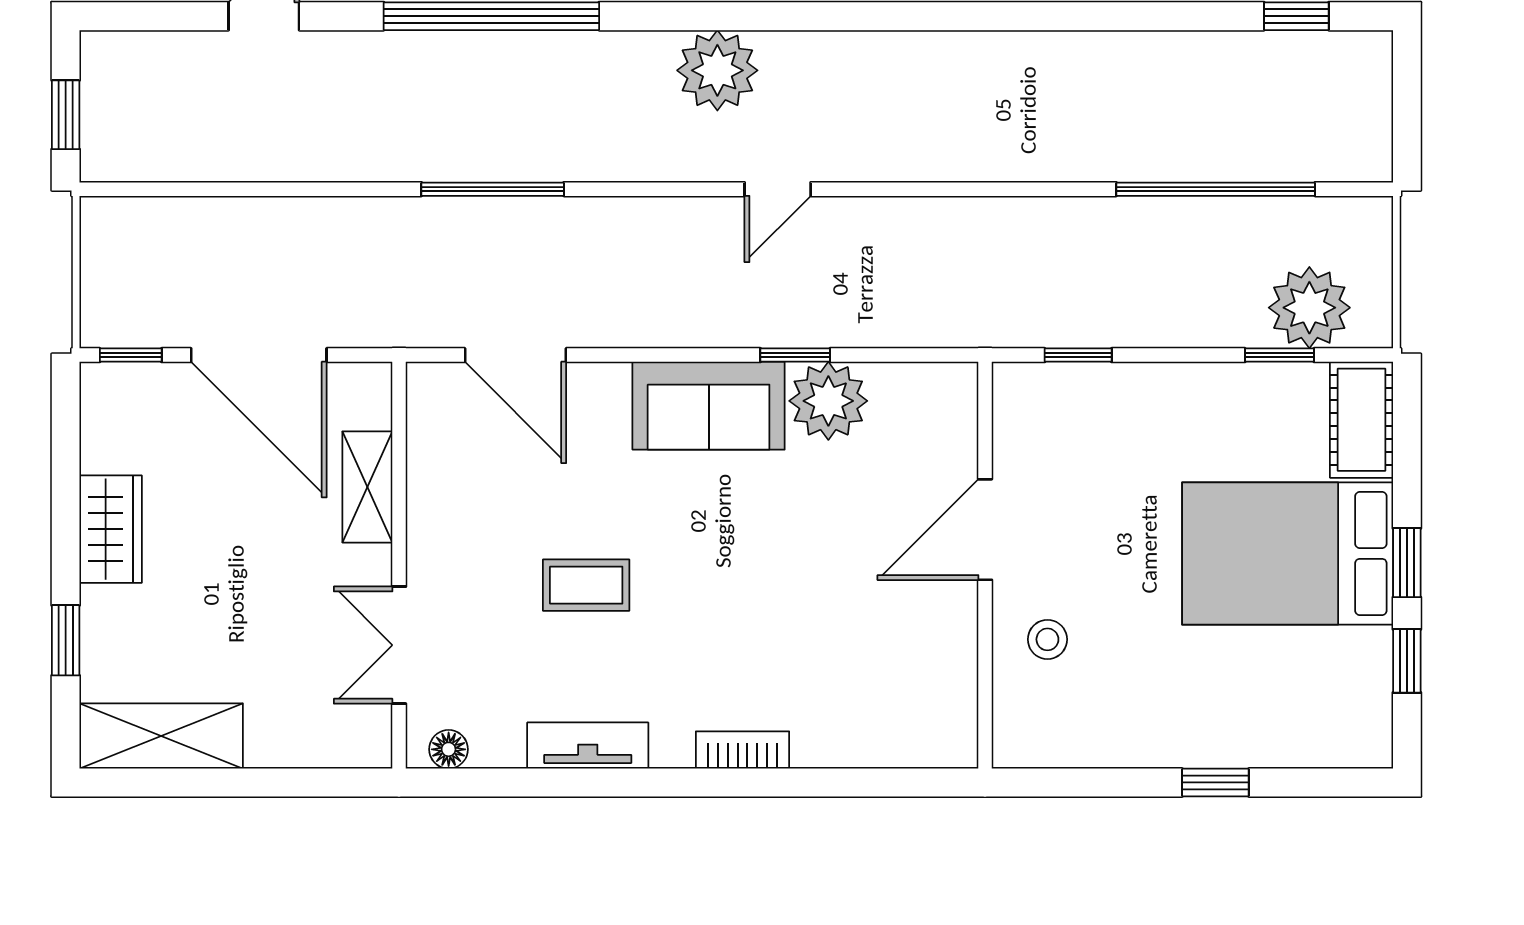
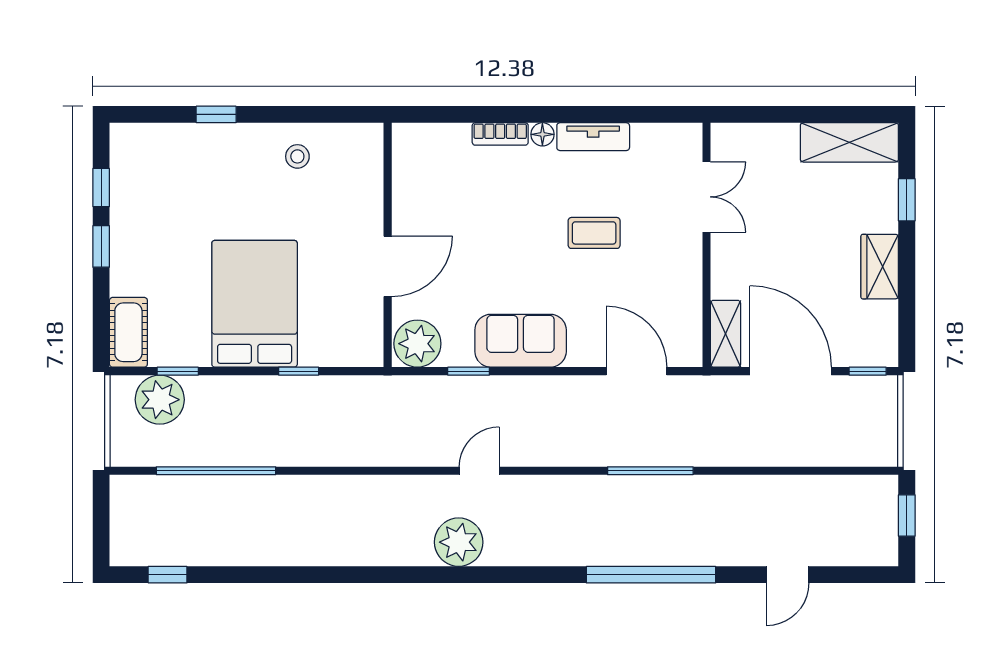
plant: (717, 70) -> (459, 542), moved
plant: (828, 401) -> (417, 344), moved
shelving: (367, 487) -> (726, 334), moved
door: (985, 530) -> (388, 266), moved
bed: (1288, 553) -> (255, 304), moved, turned -90
wall: (985, 565) -> (388, 245), moved
stool: (1047, 639) -> (297, 156), moved
floor lamp: (449, 749) -> (542, 134), moved

